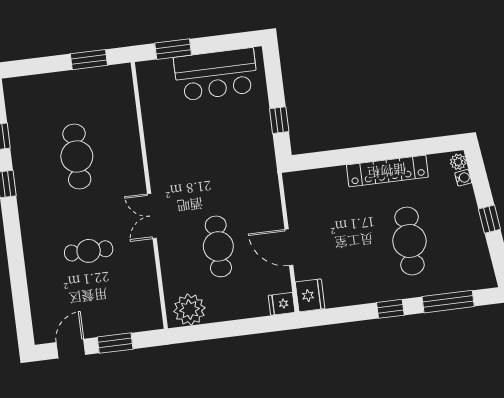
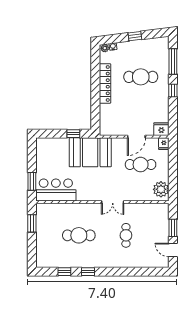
bar counter: (216, 74) -> (56, 190), moved, turned -90
booth: (246, 159) -> (90, 152), added
cafe table: (218, 246) -> (141, 165), moved

